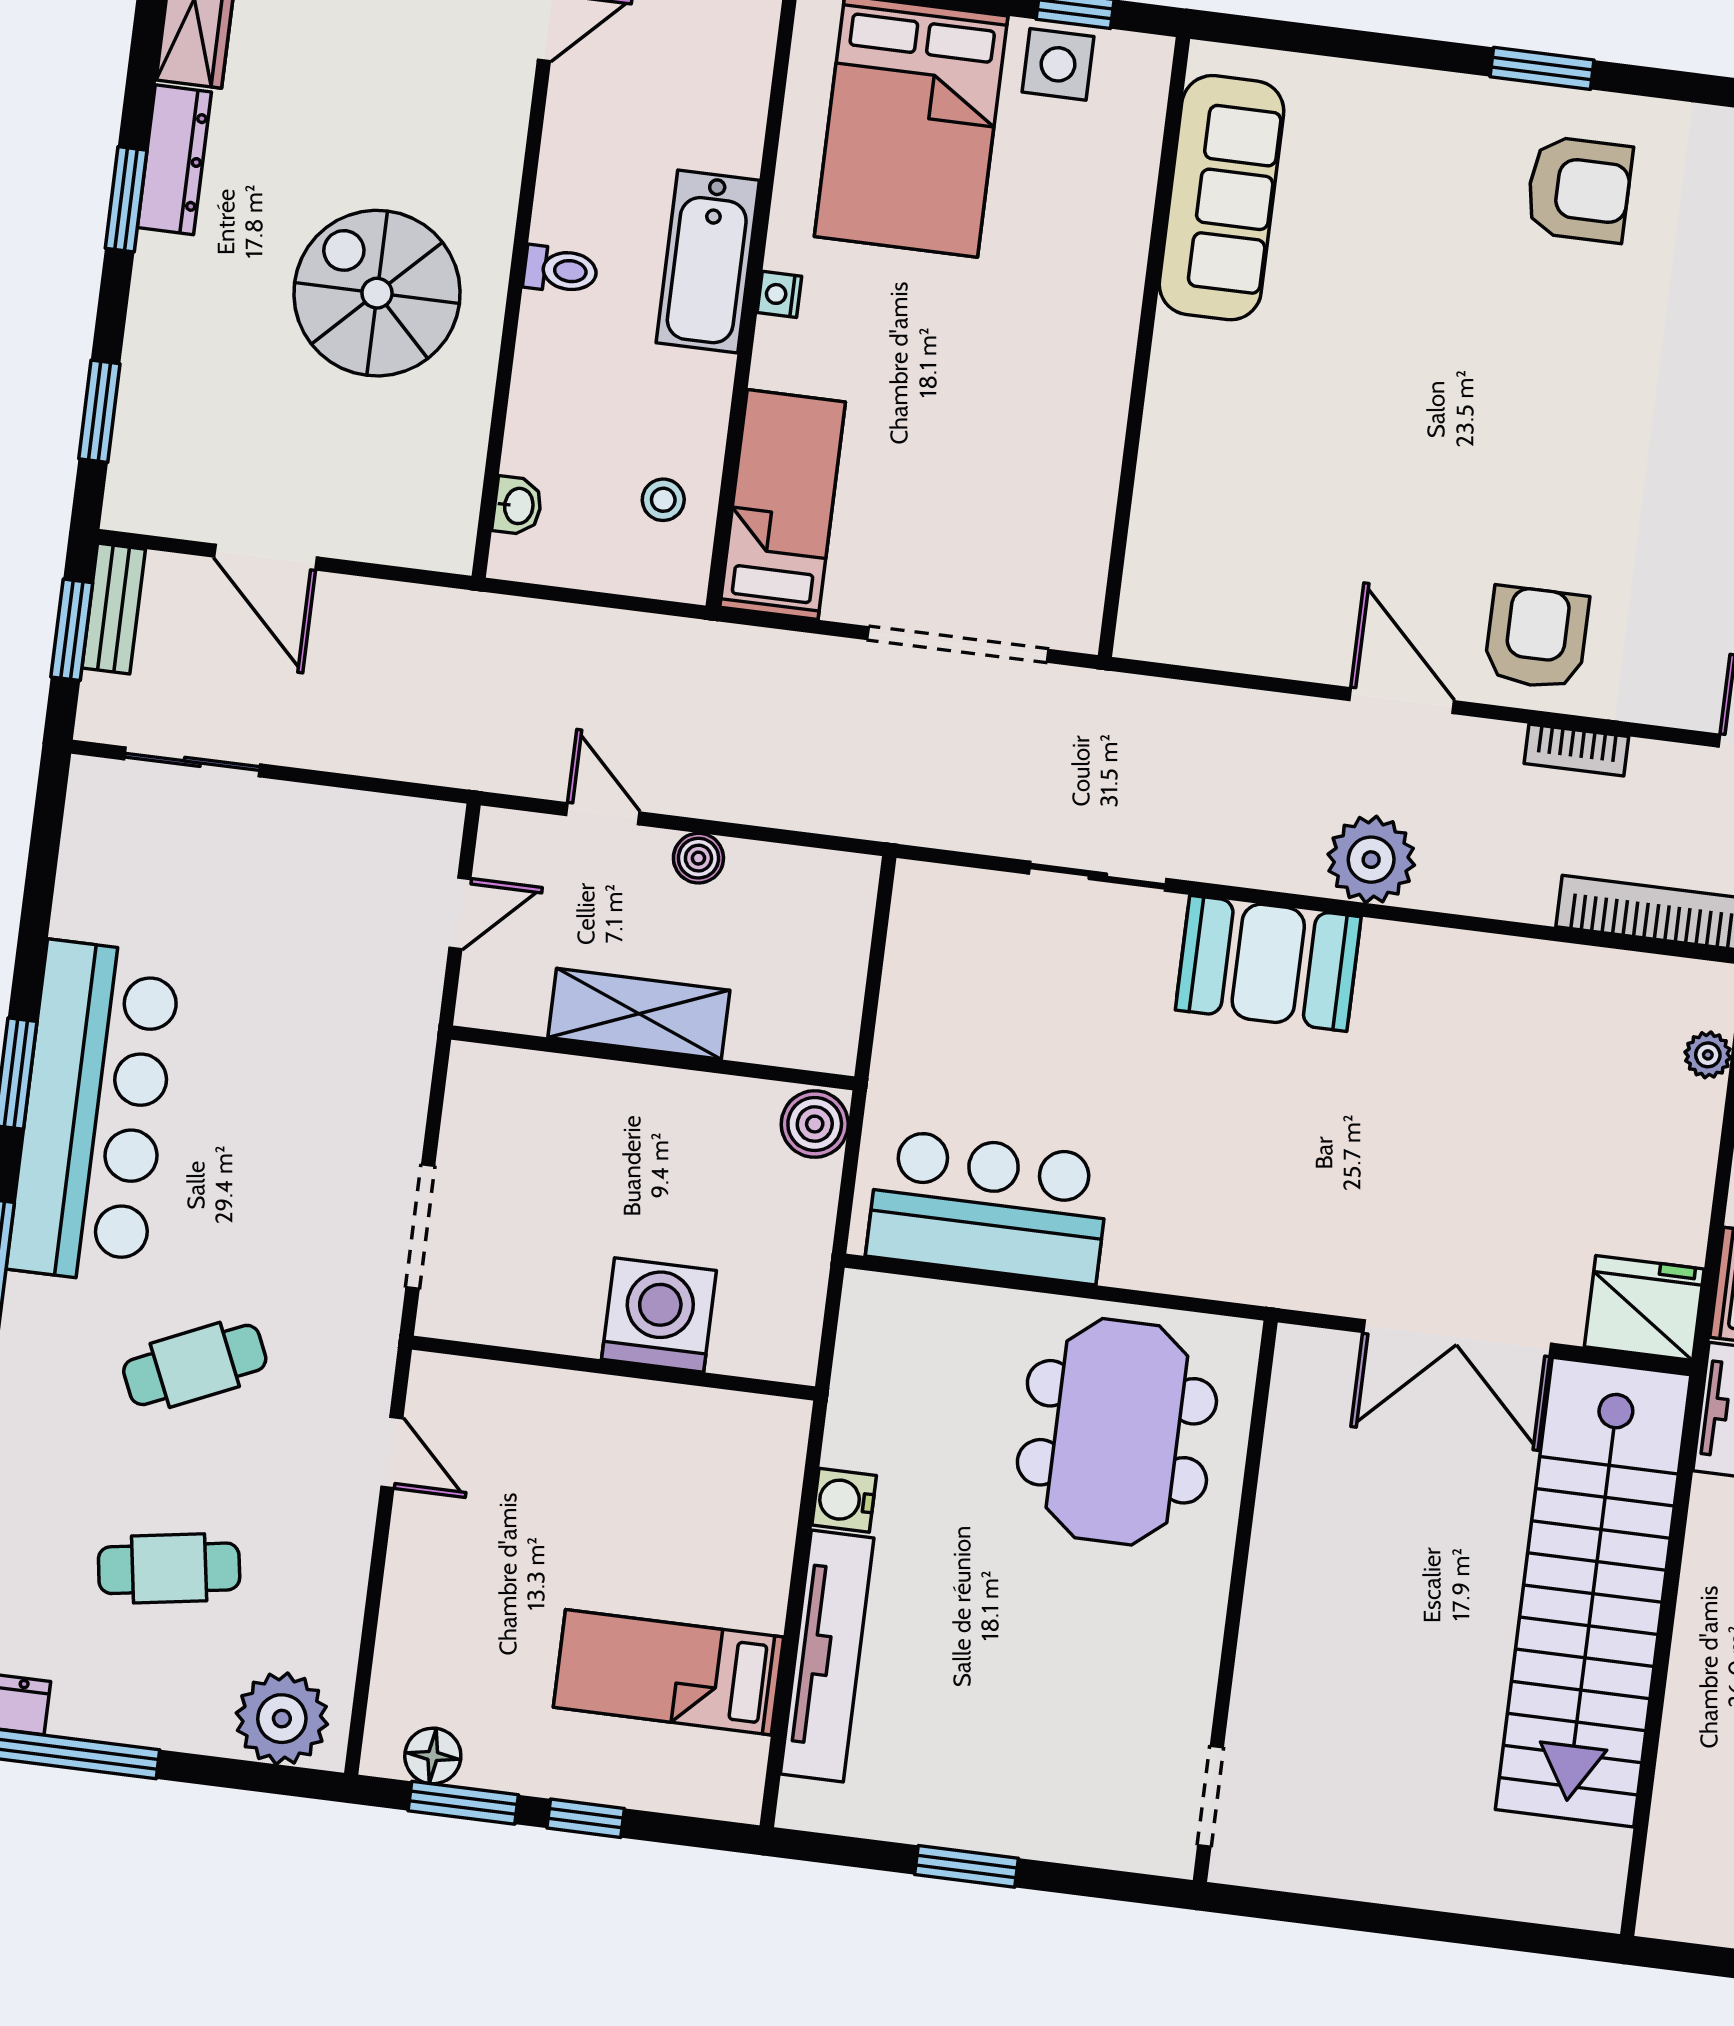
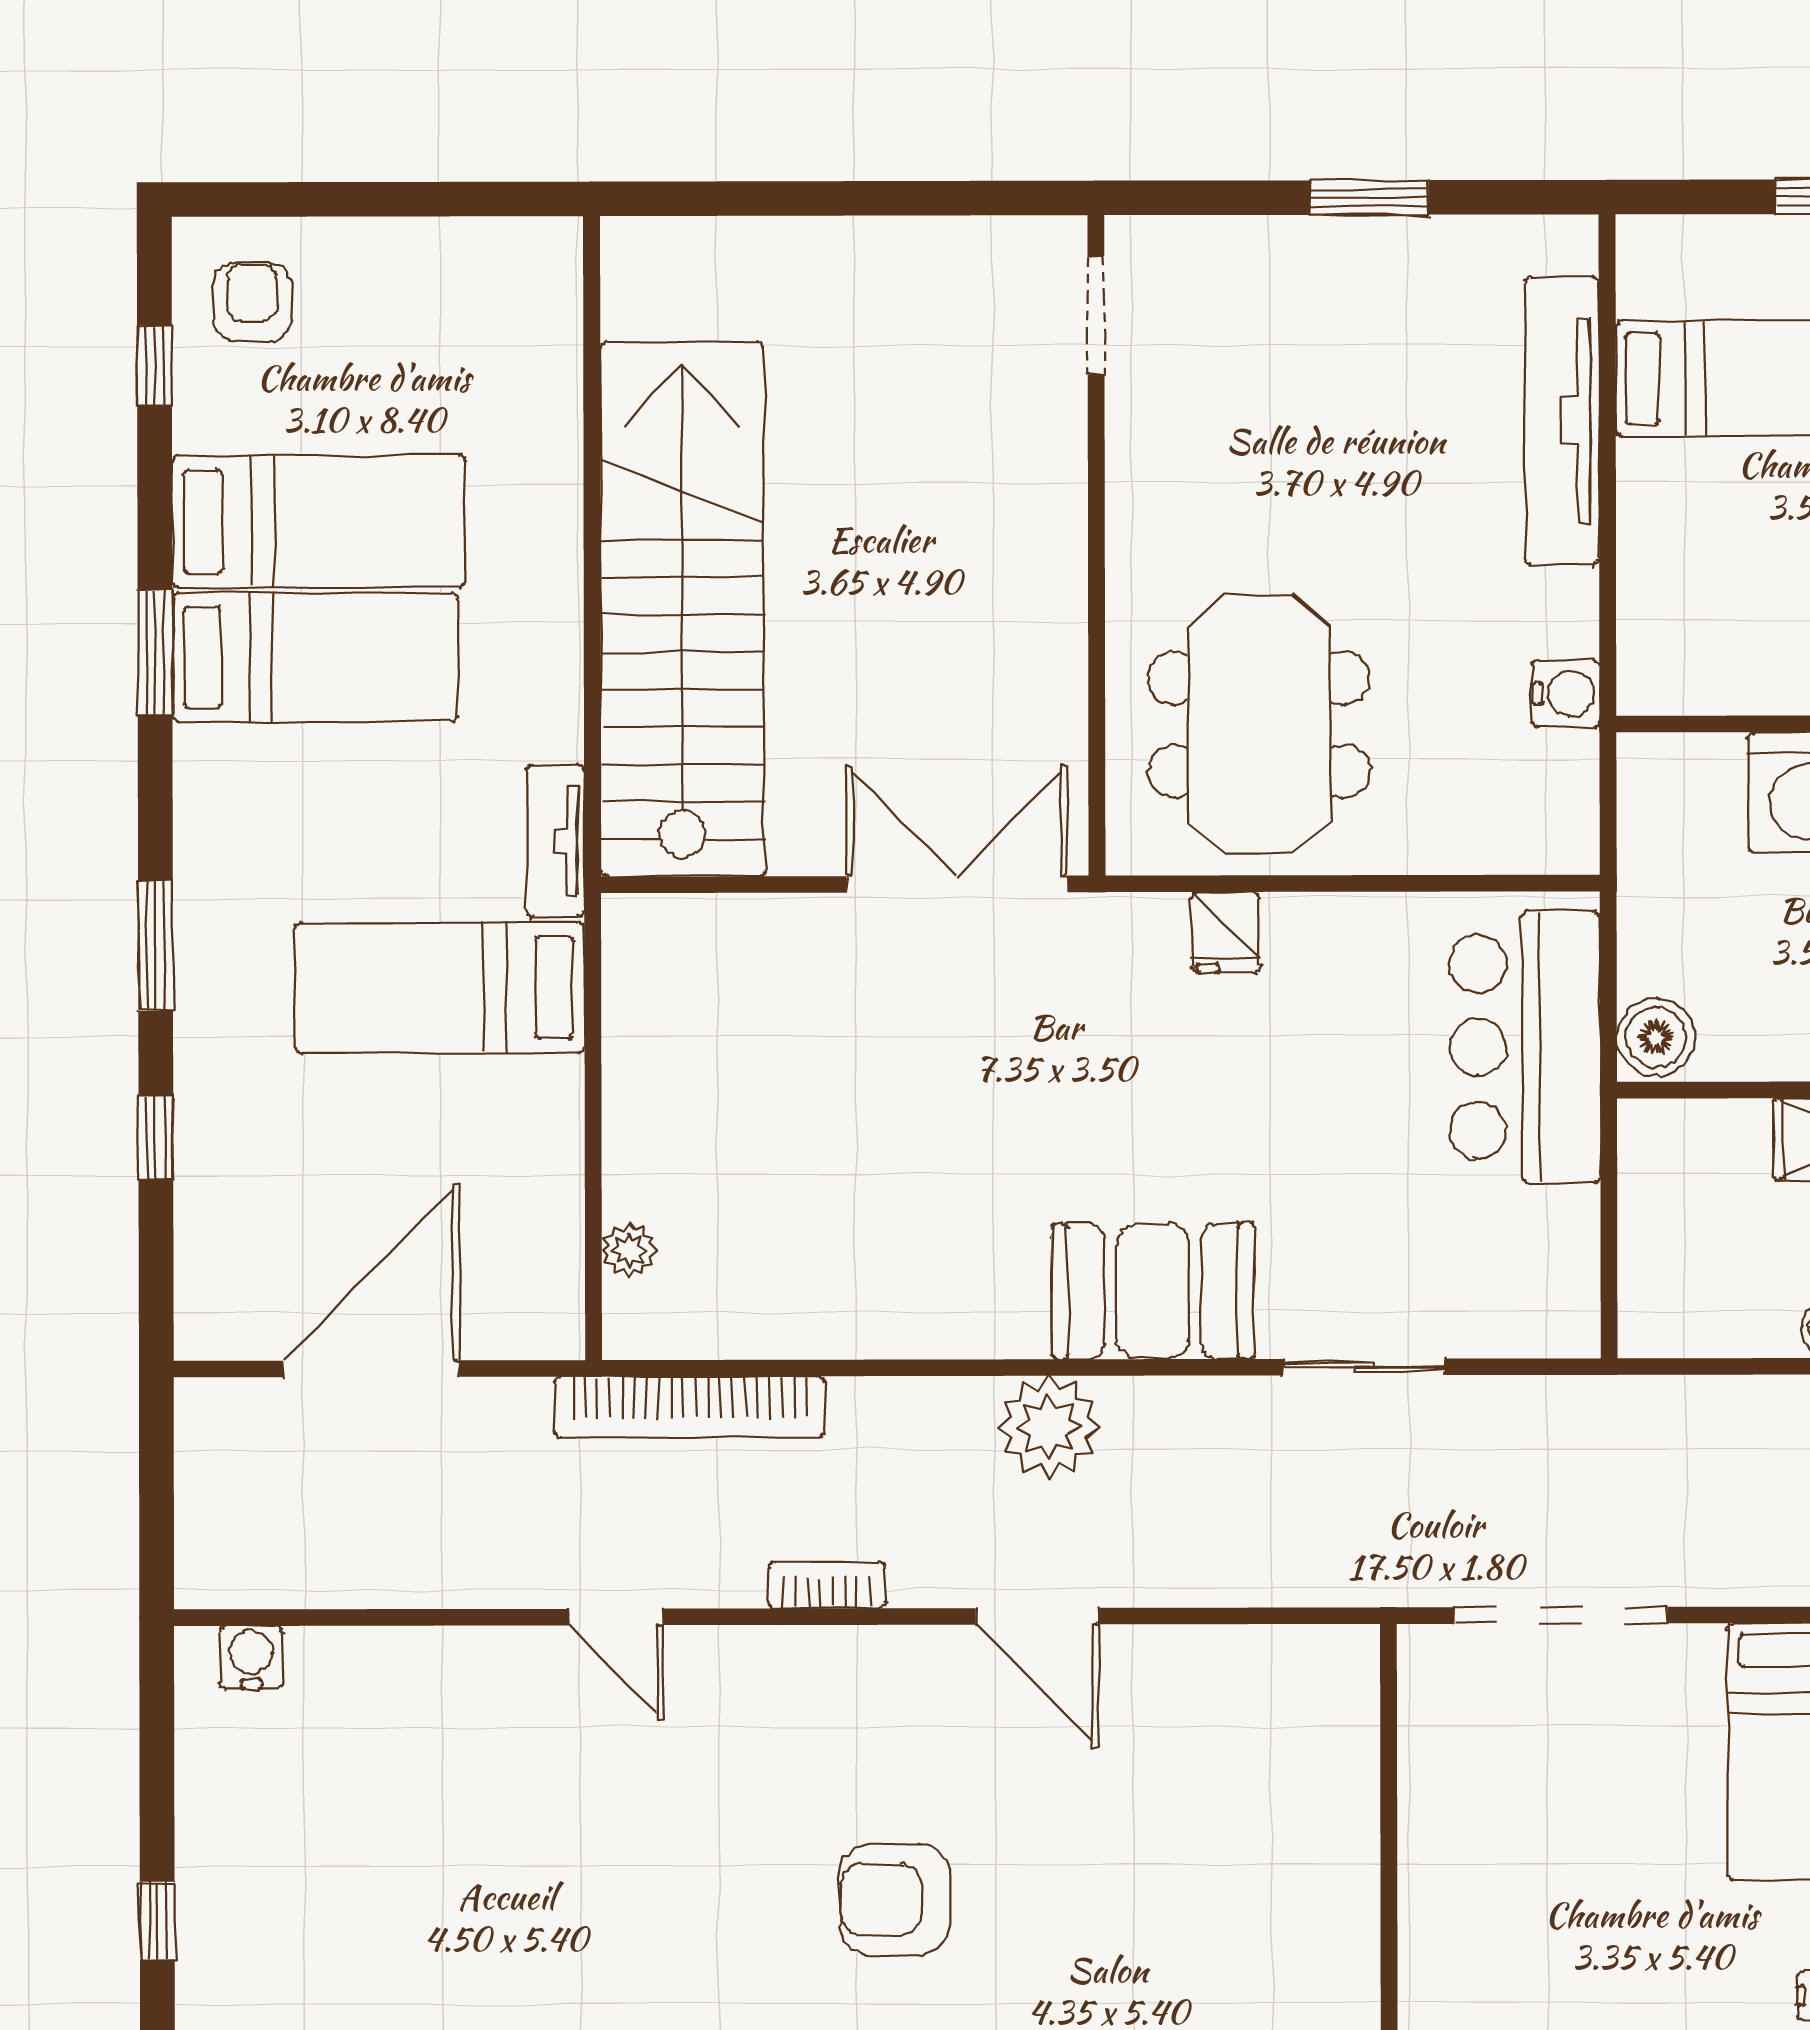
armchair: (1536, 638) -> (894, 1900), moved, turned 90
bar counter: (988, 1207) -> (1525, 1047), moved, turned 90
fridge: (1644, 1308) -> (1225, 932), moved, width x0.53, depth x0.75
double door: (1457, 1338) -> (957, 884), moved
water cooler: (844, 1500) -> (1566, 694), moved

